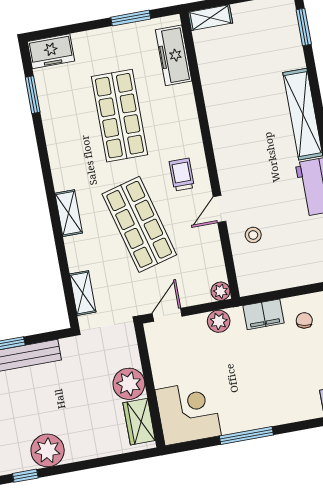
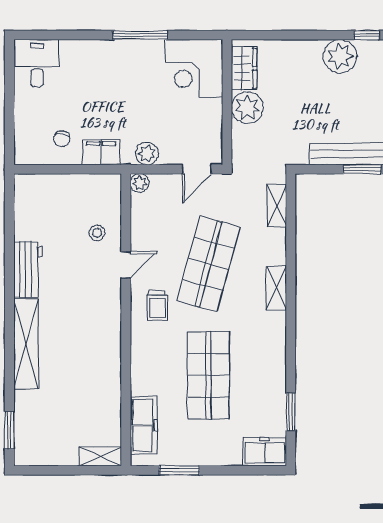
shop shelf: (139, 224) -> (208, 264), turned 30

